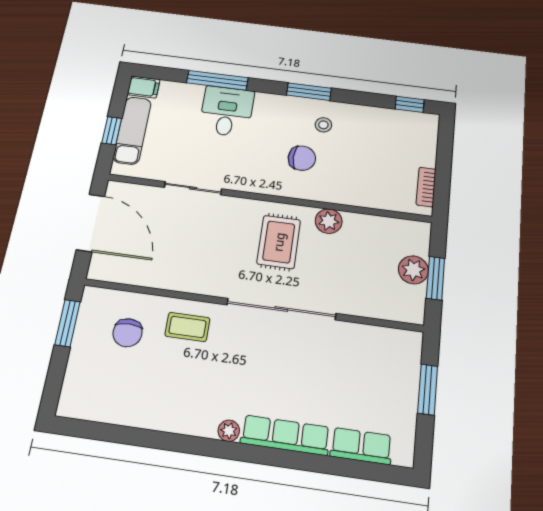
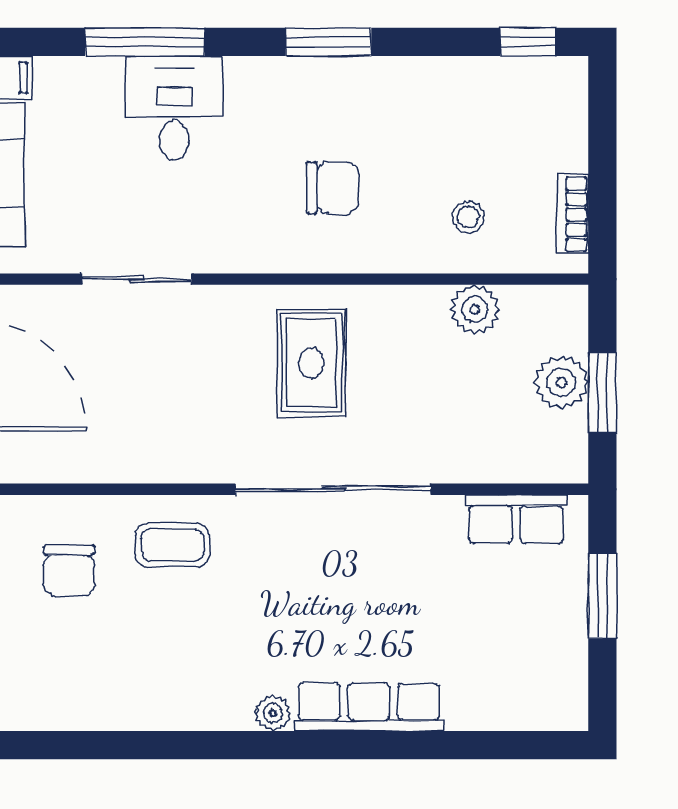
stool: (323, 125) -> (468, 217), moved
plant: (329, 221) -> (475, 309), moved
row of seats: (361, 446) -> (516, 519), moved, turned 180

